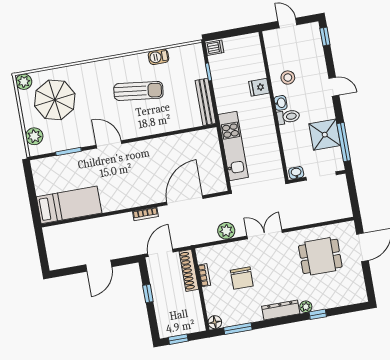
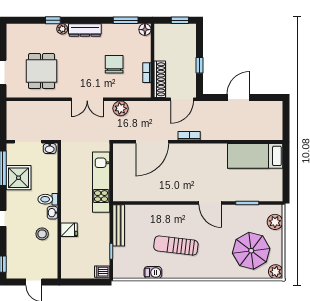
dining table: (320, 256) -> (42, 71), turned 90

